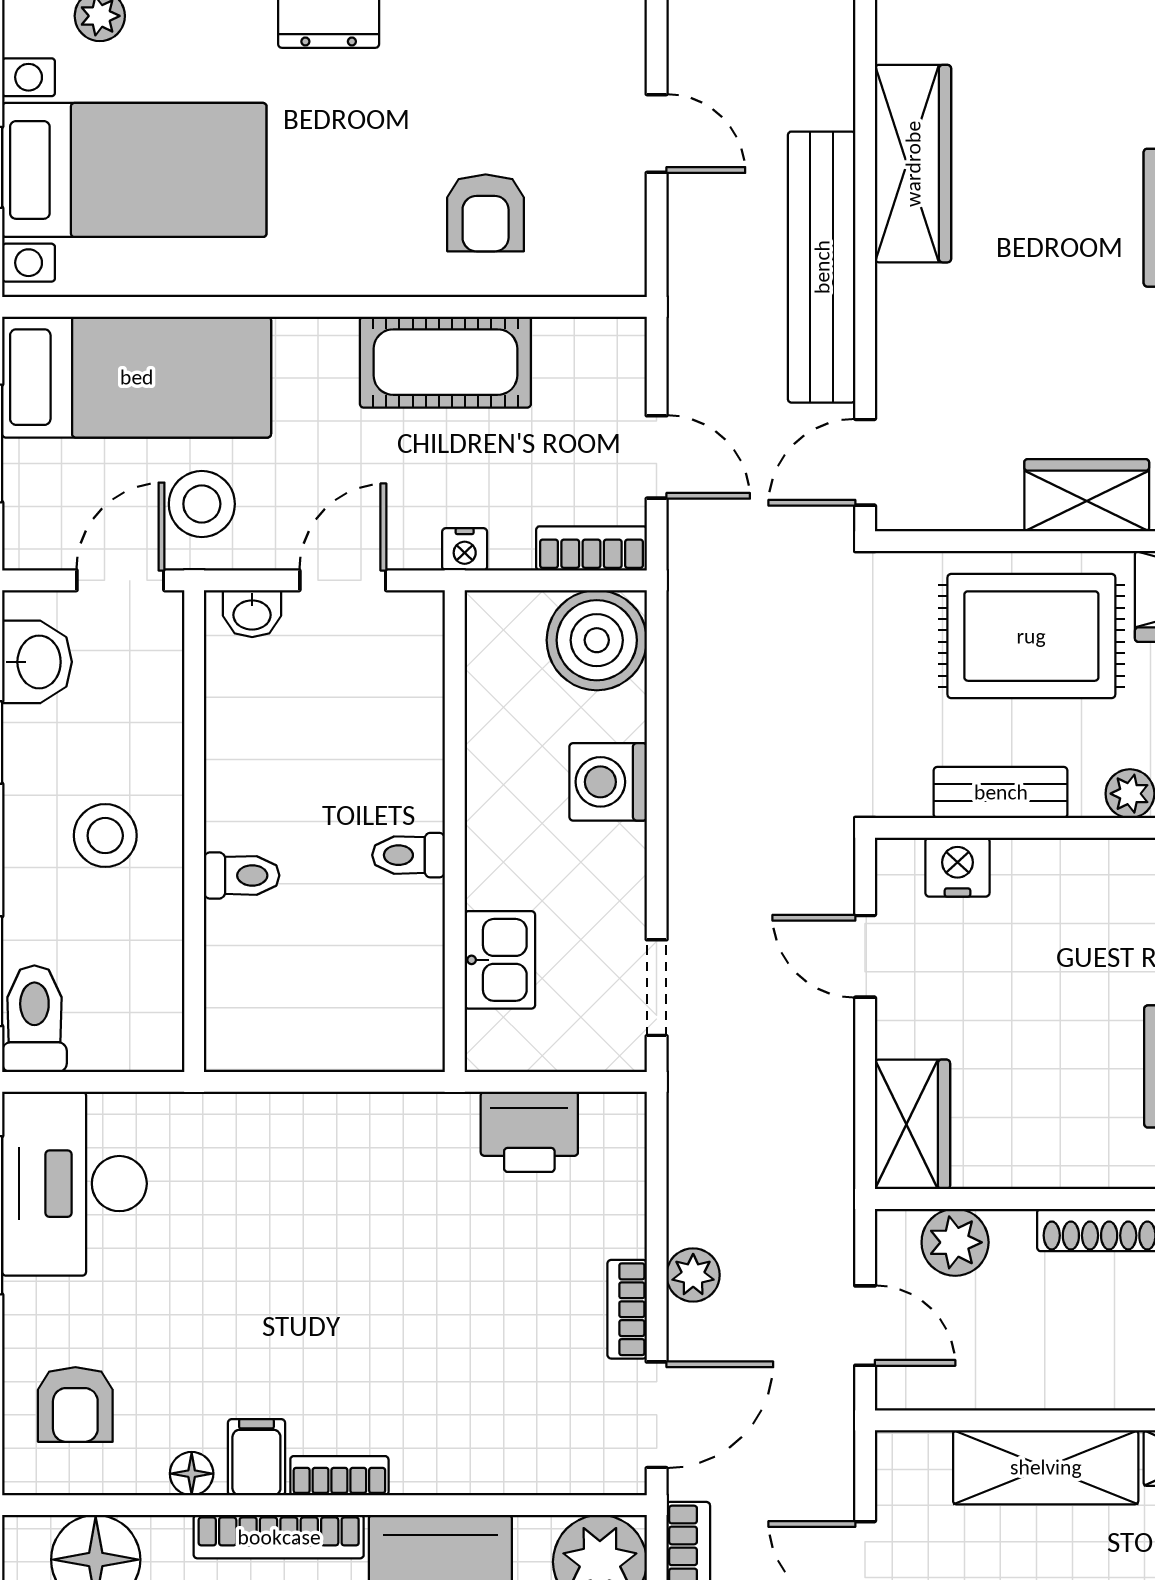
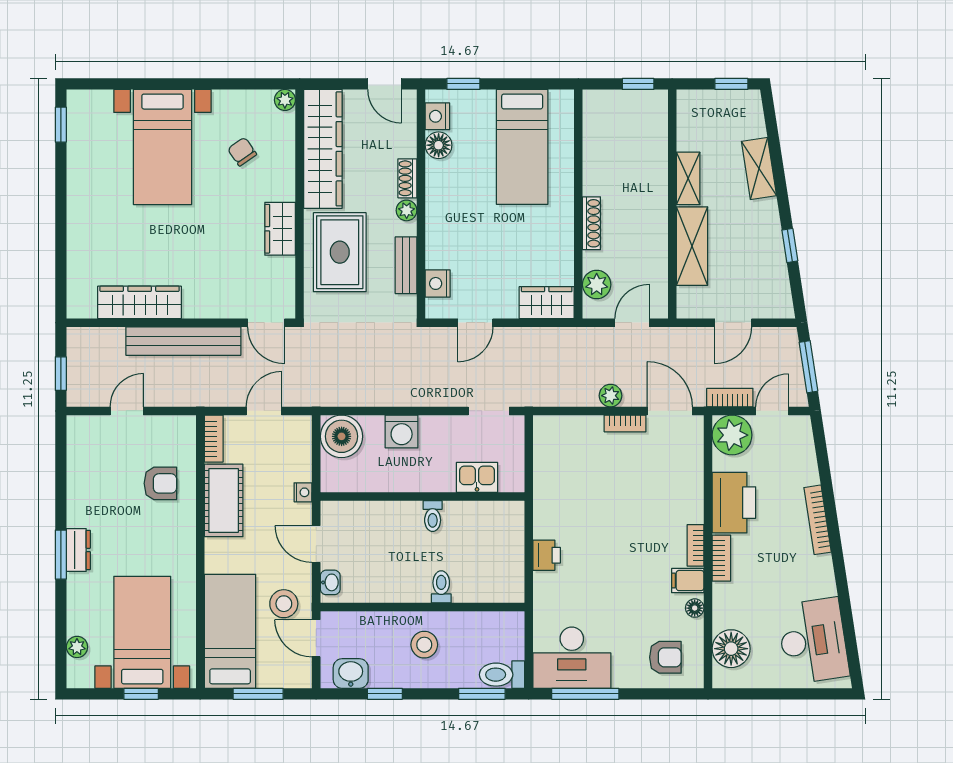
bookcase: (592, 548) -> (214, 439), moved, turned 180
printer: (529, 1132) -> (547, 555), moved, width x0.73, depth x0.81
bookcase: (279, 1537) -> (721, 558), width x0.64

